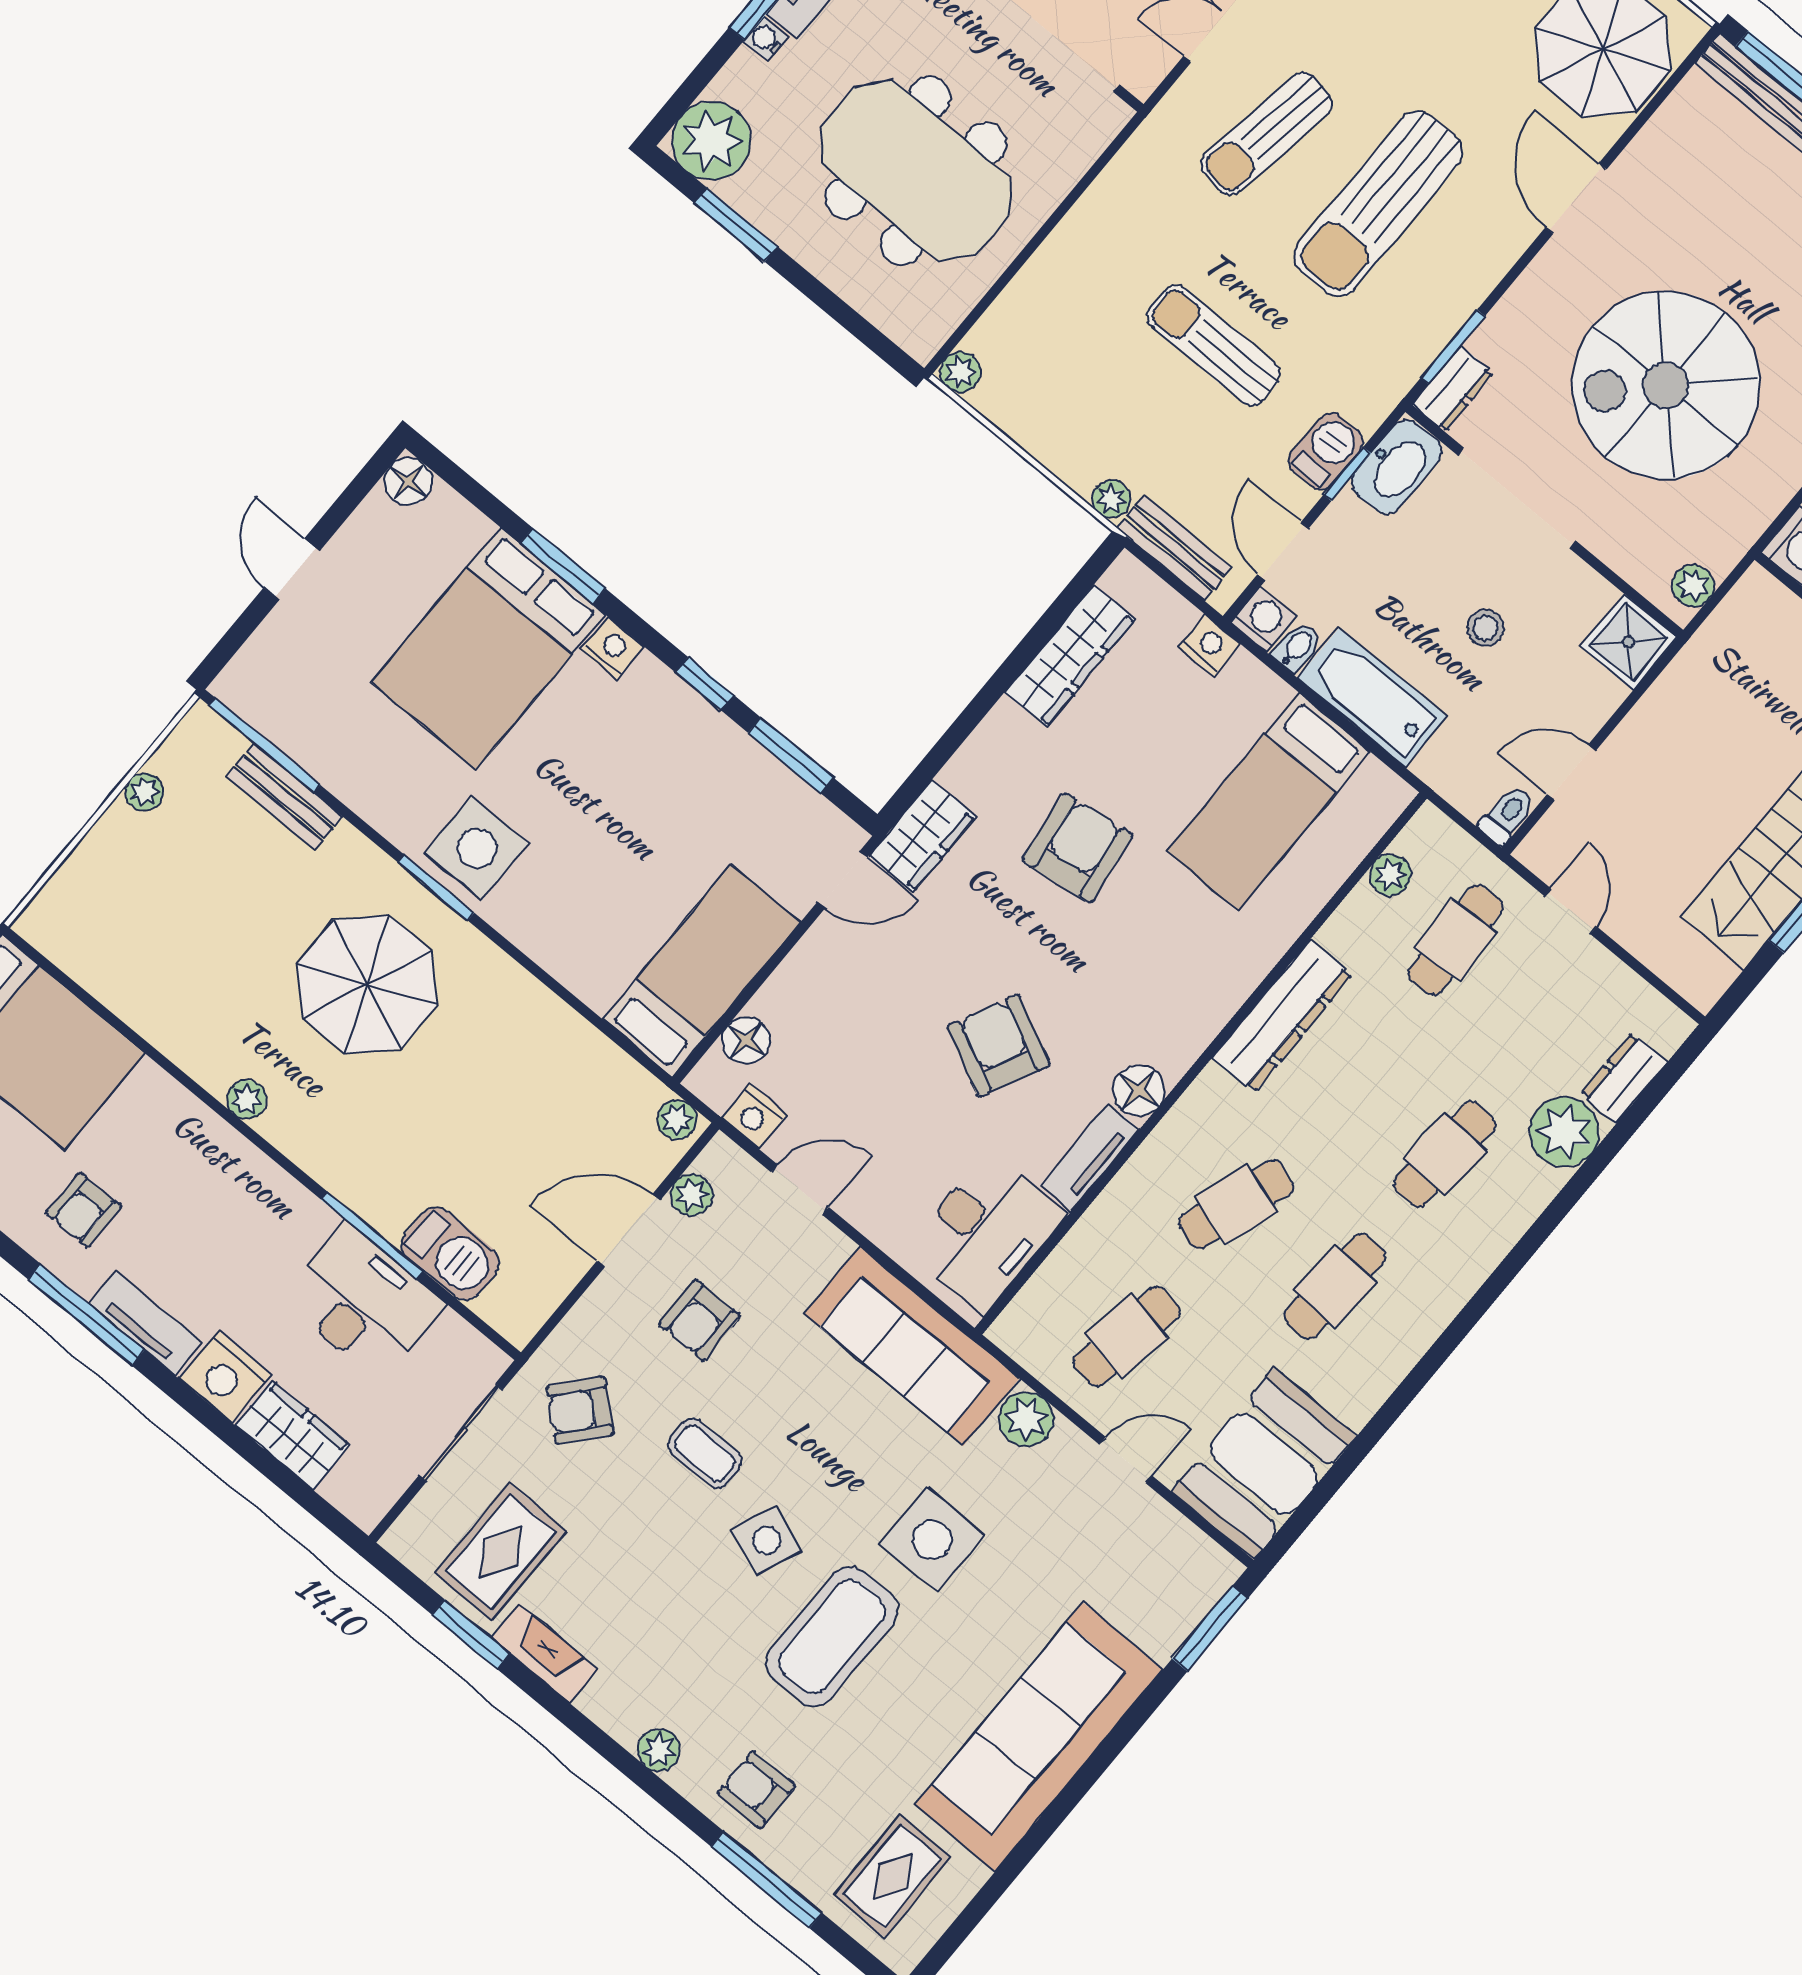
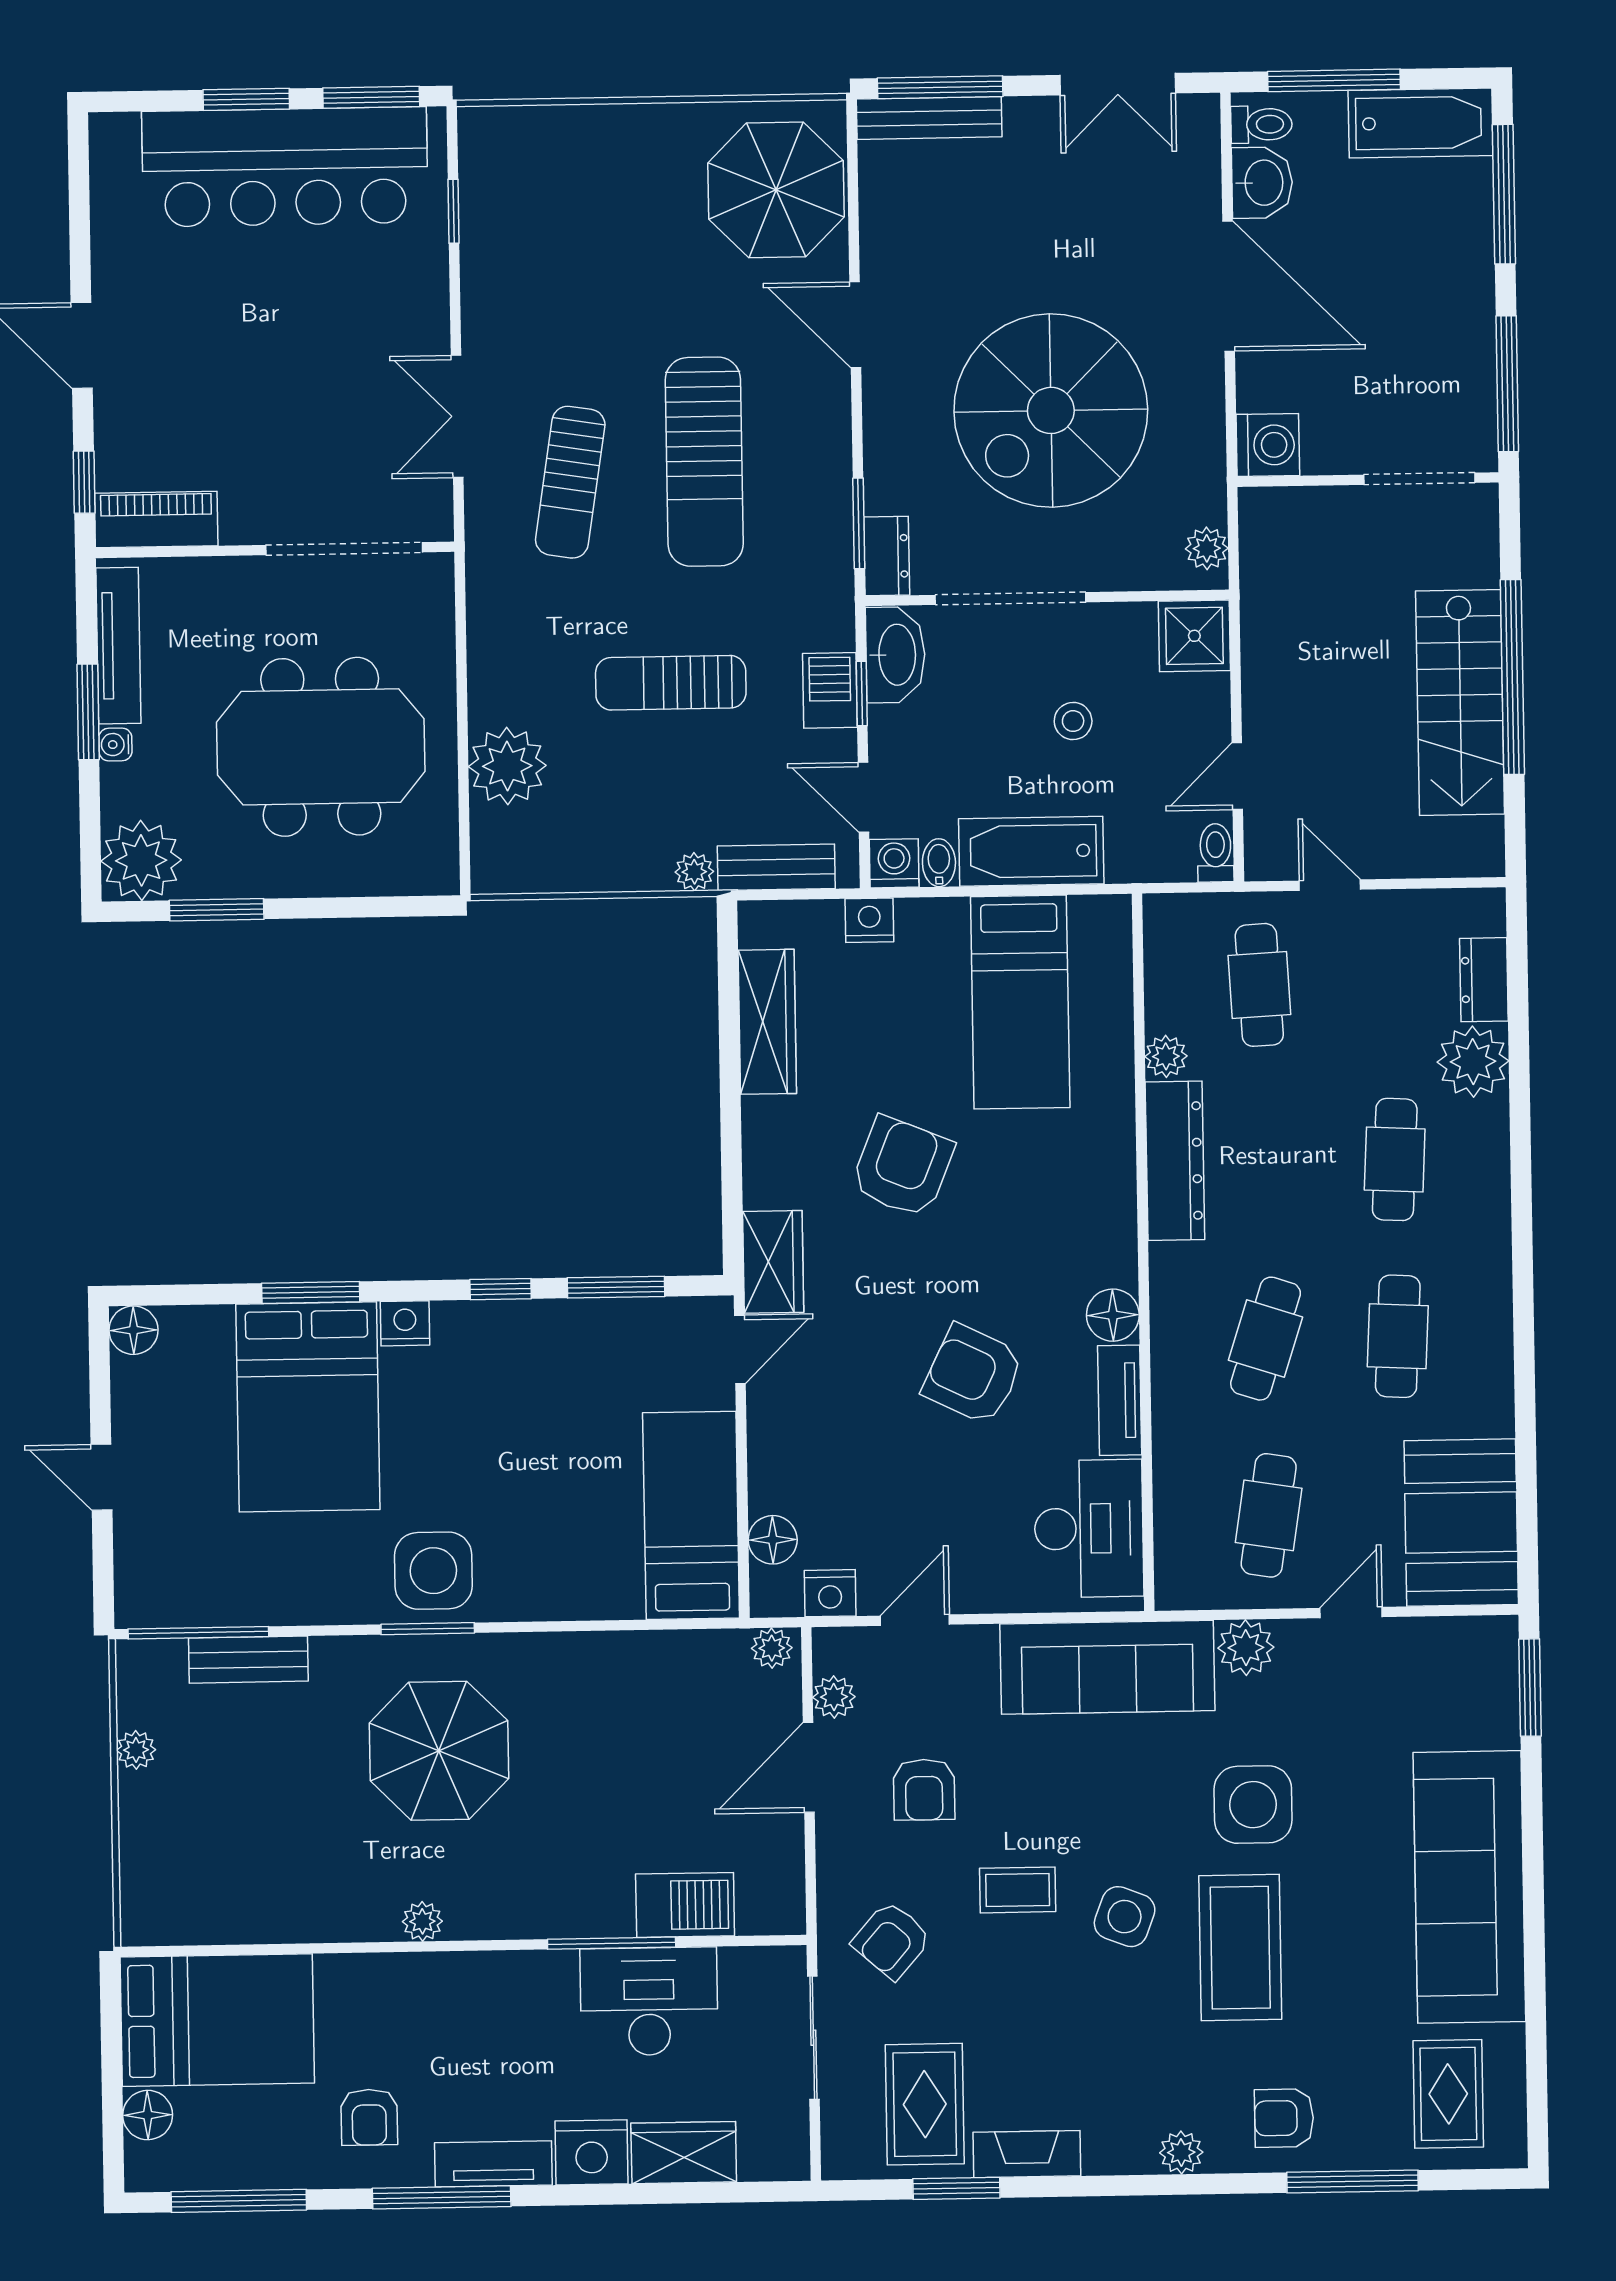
plant: (960, 372) -> (507, 766), moved, width x1.88, depth x1.88
armchair: (1078, 848) -> (902, 1167), turned 30
plant: (1390, 875) -> (1166, 1056), moved

